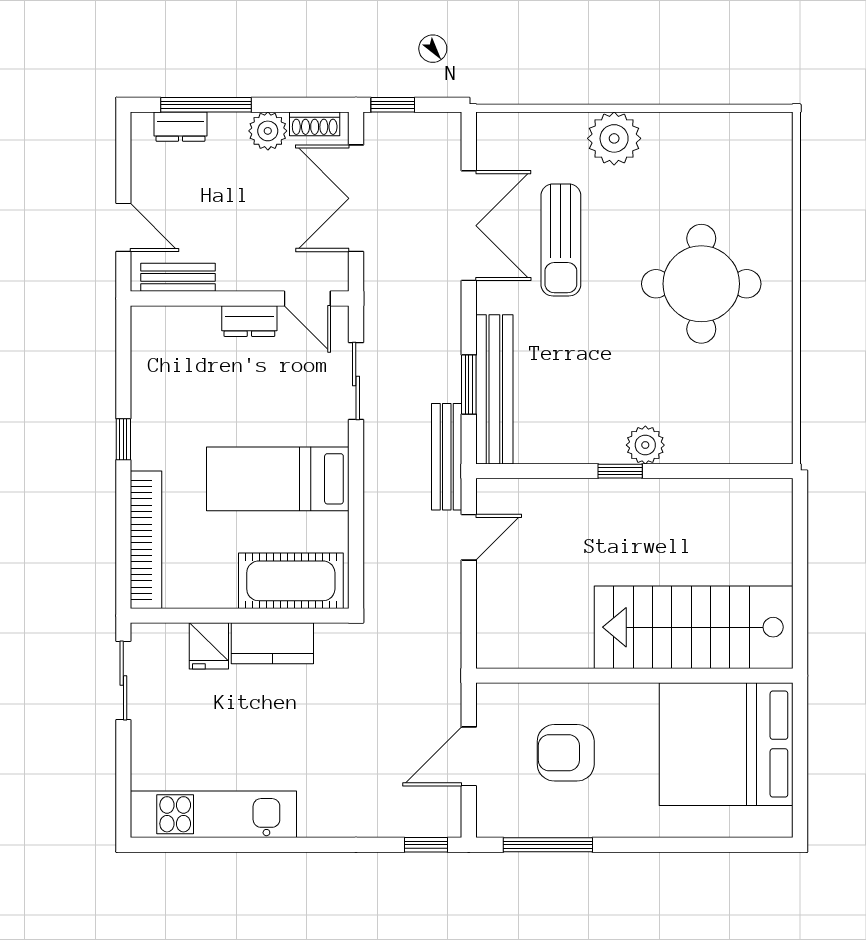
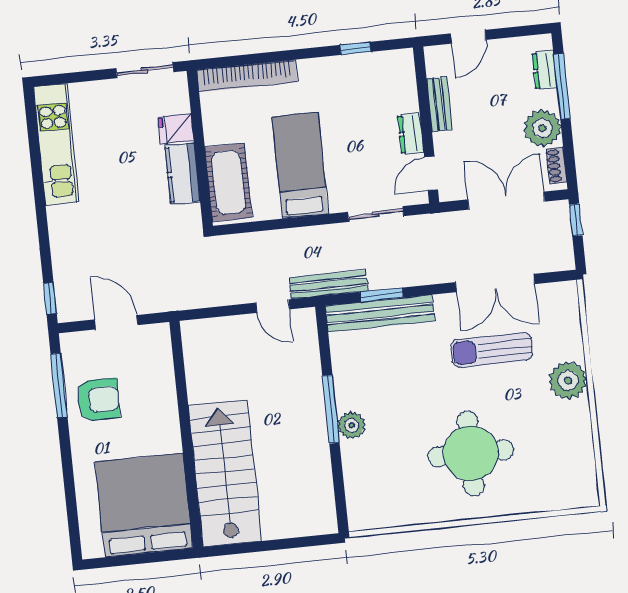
plant: (268, 131) -> (542, 128), width x1.36, depth x1.36
bench: (178, 277) -> (439, 104), moved
window: (123, 439) -> (355, 48), moved
window: (620, 471) -> (331, 409), width x2.17
armchair: (566, 753) -> (98, 400), moved, turned 90

